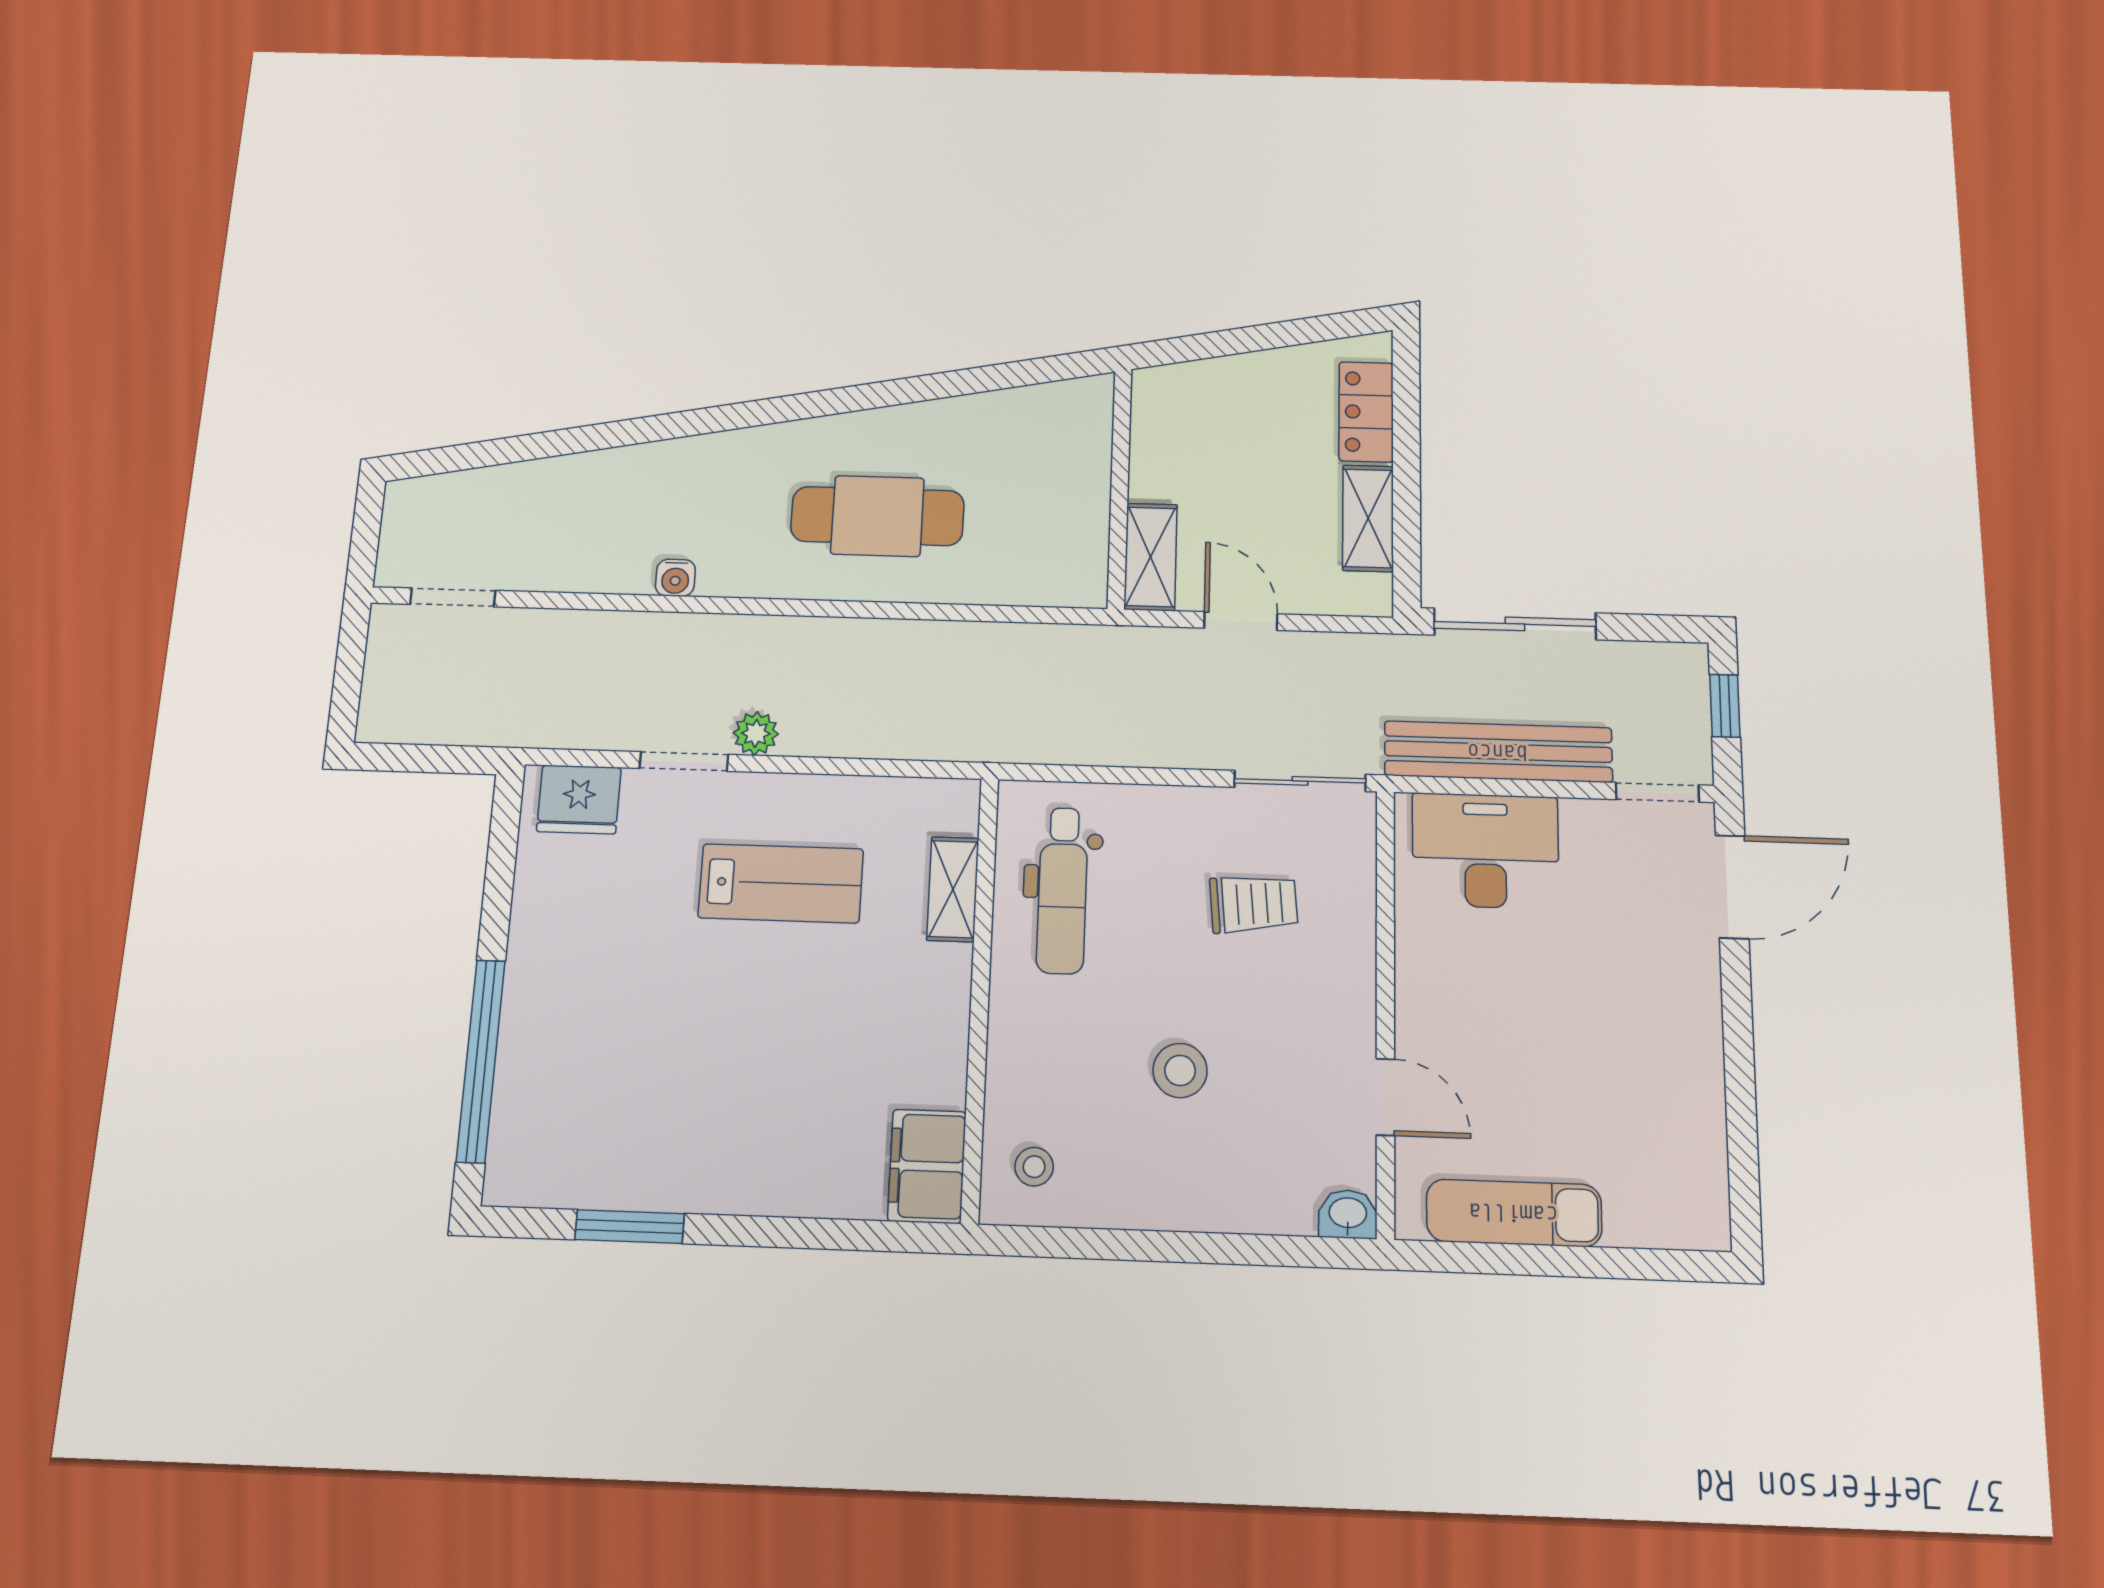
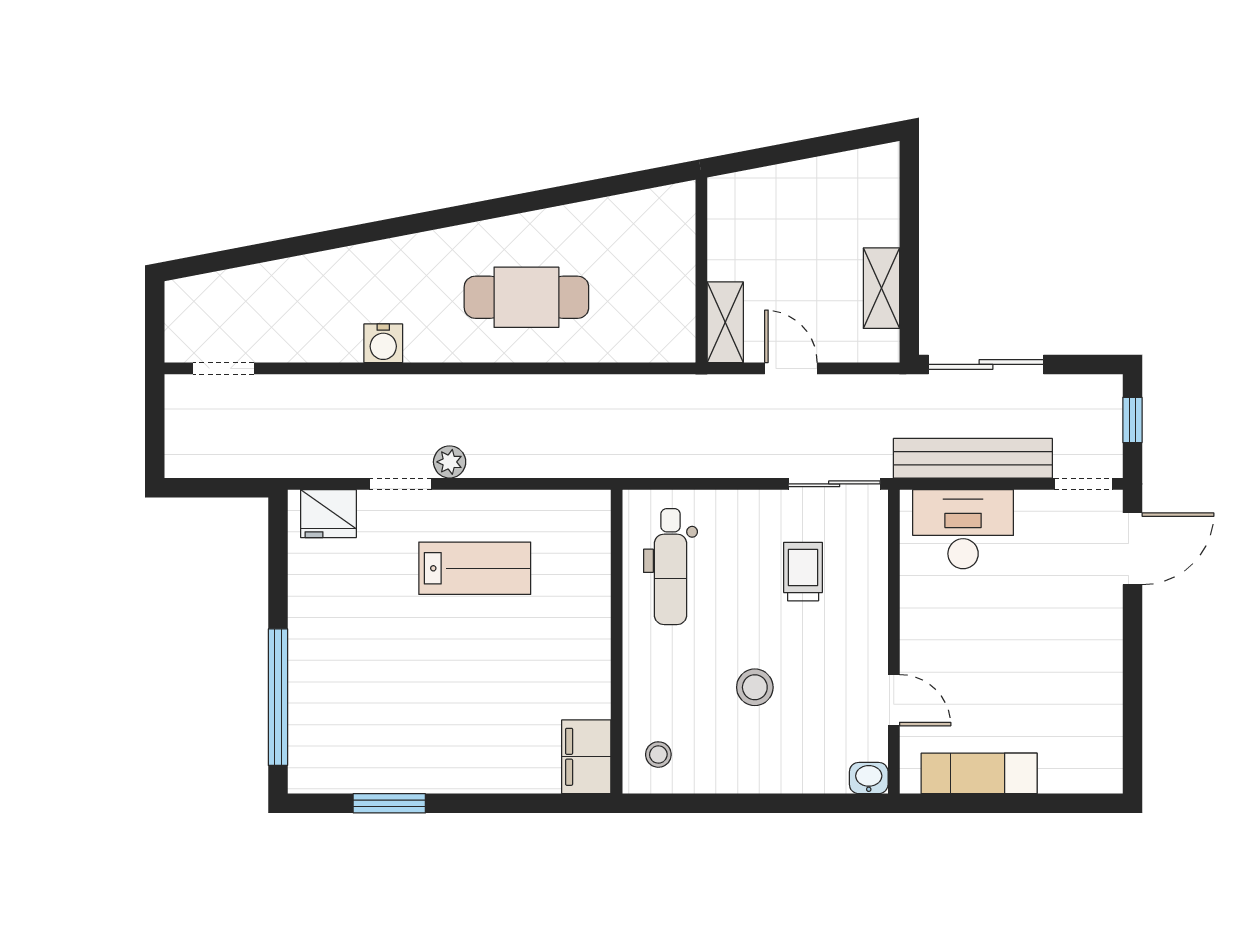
locker: (1366, 412) -> (880, 206), removed
water cooler: (675, 578) -> (383, 343), width x1.38, depth x1.38
shelving: (953, 889) -> (595, 568), removed
trolley: (1254, 904) -> (803, 572), turned -85

